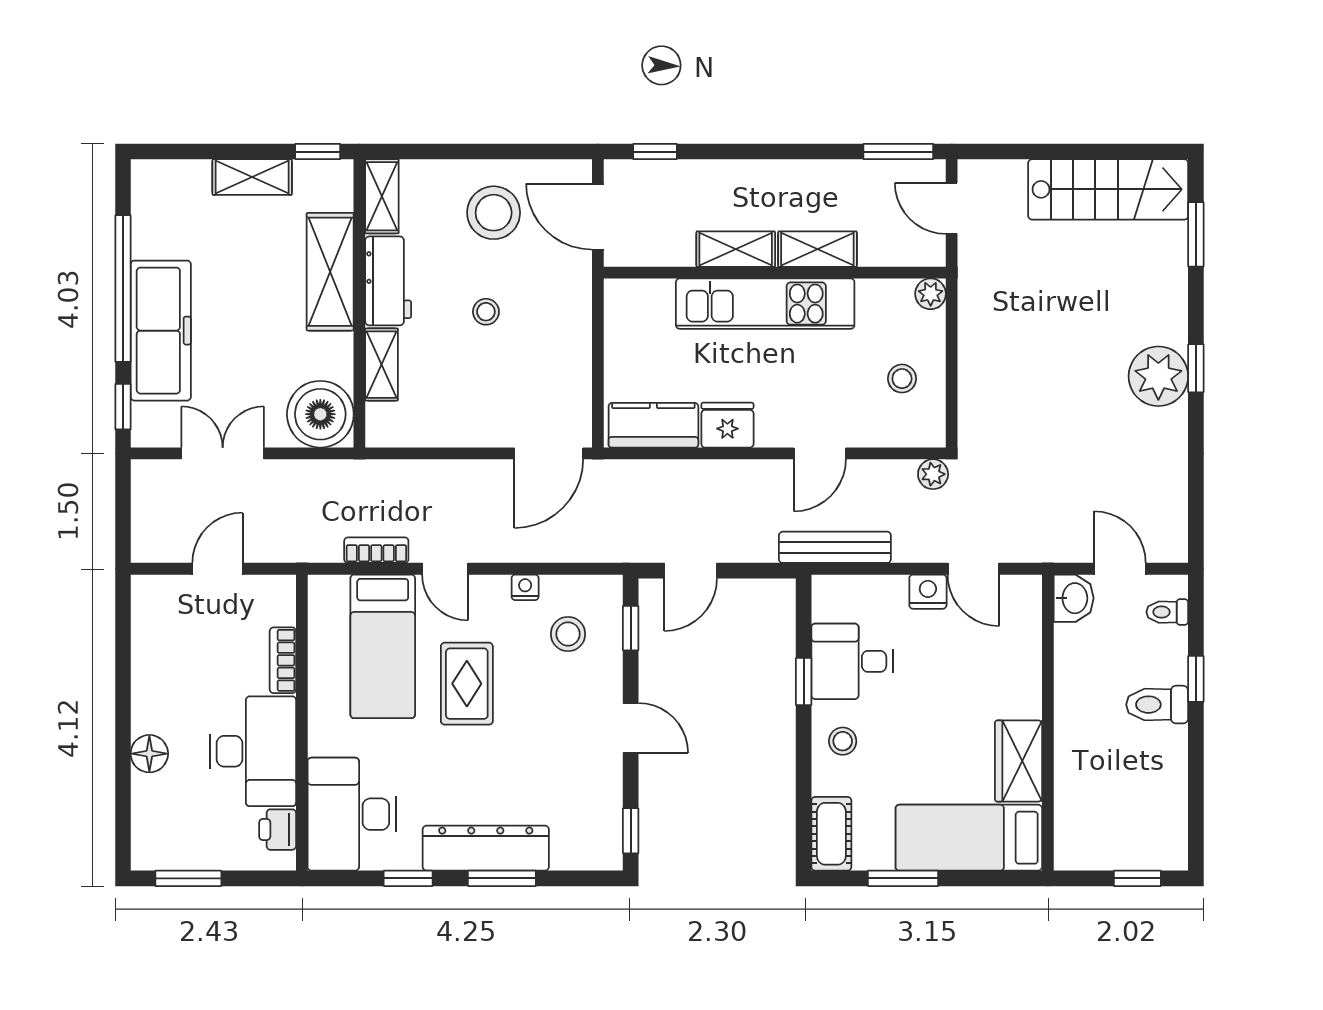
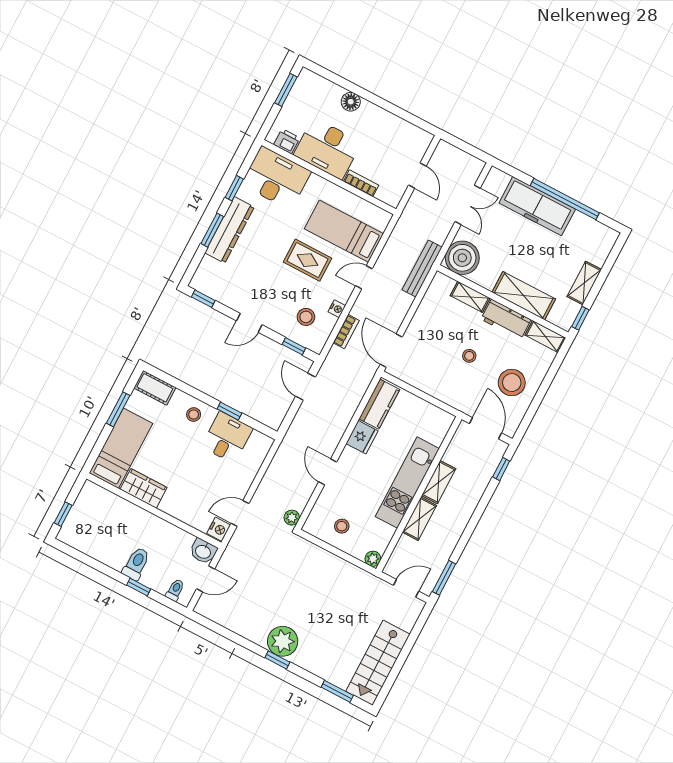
door: (598, 217) -> (486, 428), hinge flipped
window: (123, 407) -> (512, 171), removed
bench: (835, 547) -> (422, 268), moved
bookcase: (376, 550) -> (346, 332), moved
nightstand: (928, 592) -> (219, 529), moved

